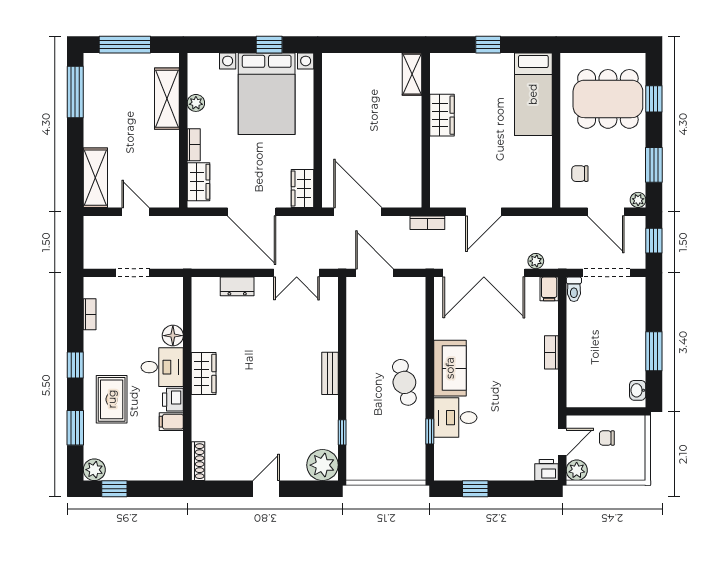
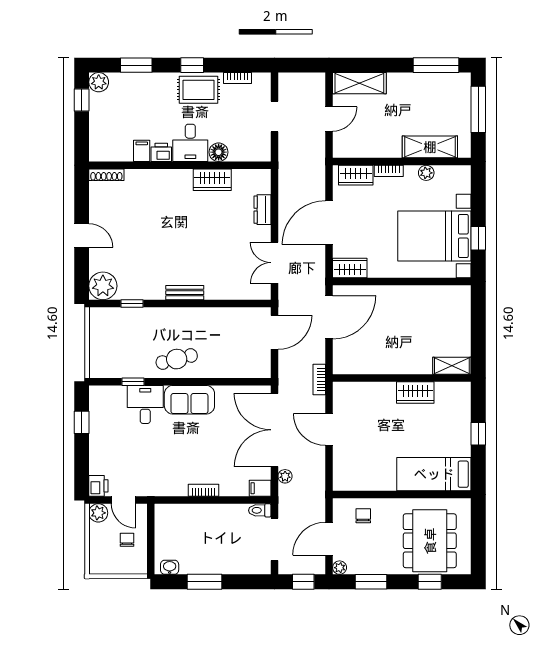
wardrobe: (204, 374) -> (212, 180), moved
rug: (112, 399) -> (199, 90), moved

